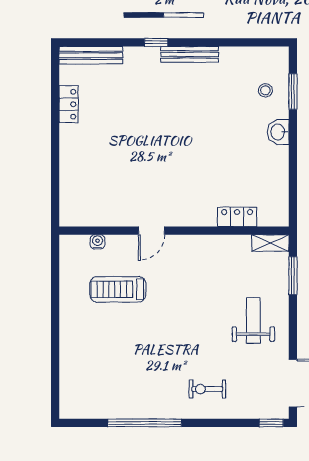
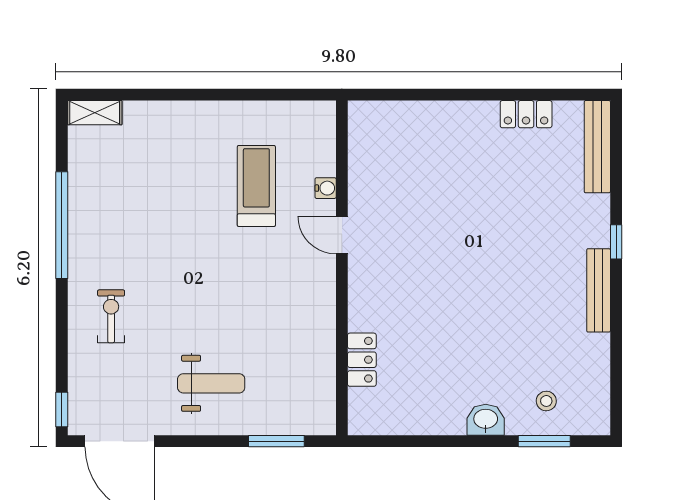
water cooler: (98, 242) -> (326, 188), moved
shelving: (270, 243) -> (95, 113), moved, turned 90

